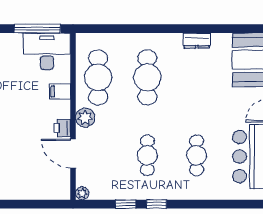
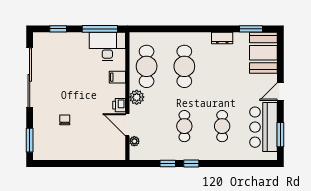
window: (234, 29) -> (251, 29), added
plant: (82, 193) -> (134, 141), moved

